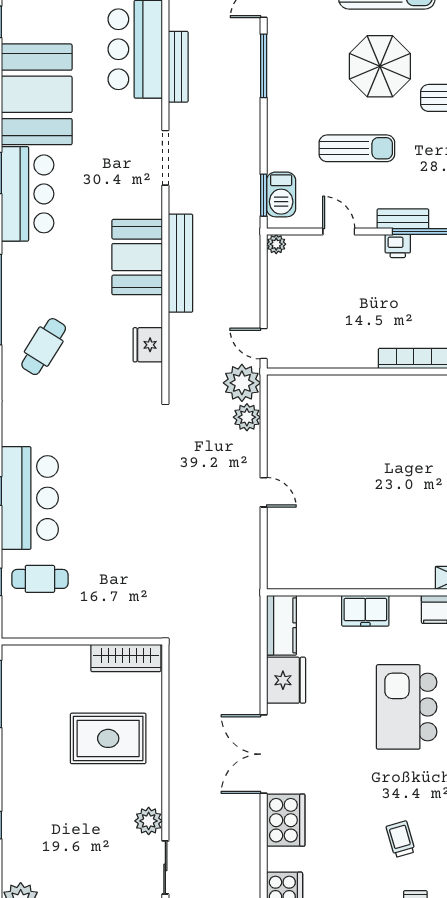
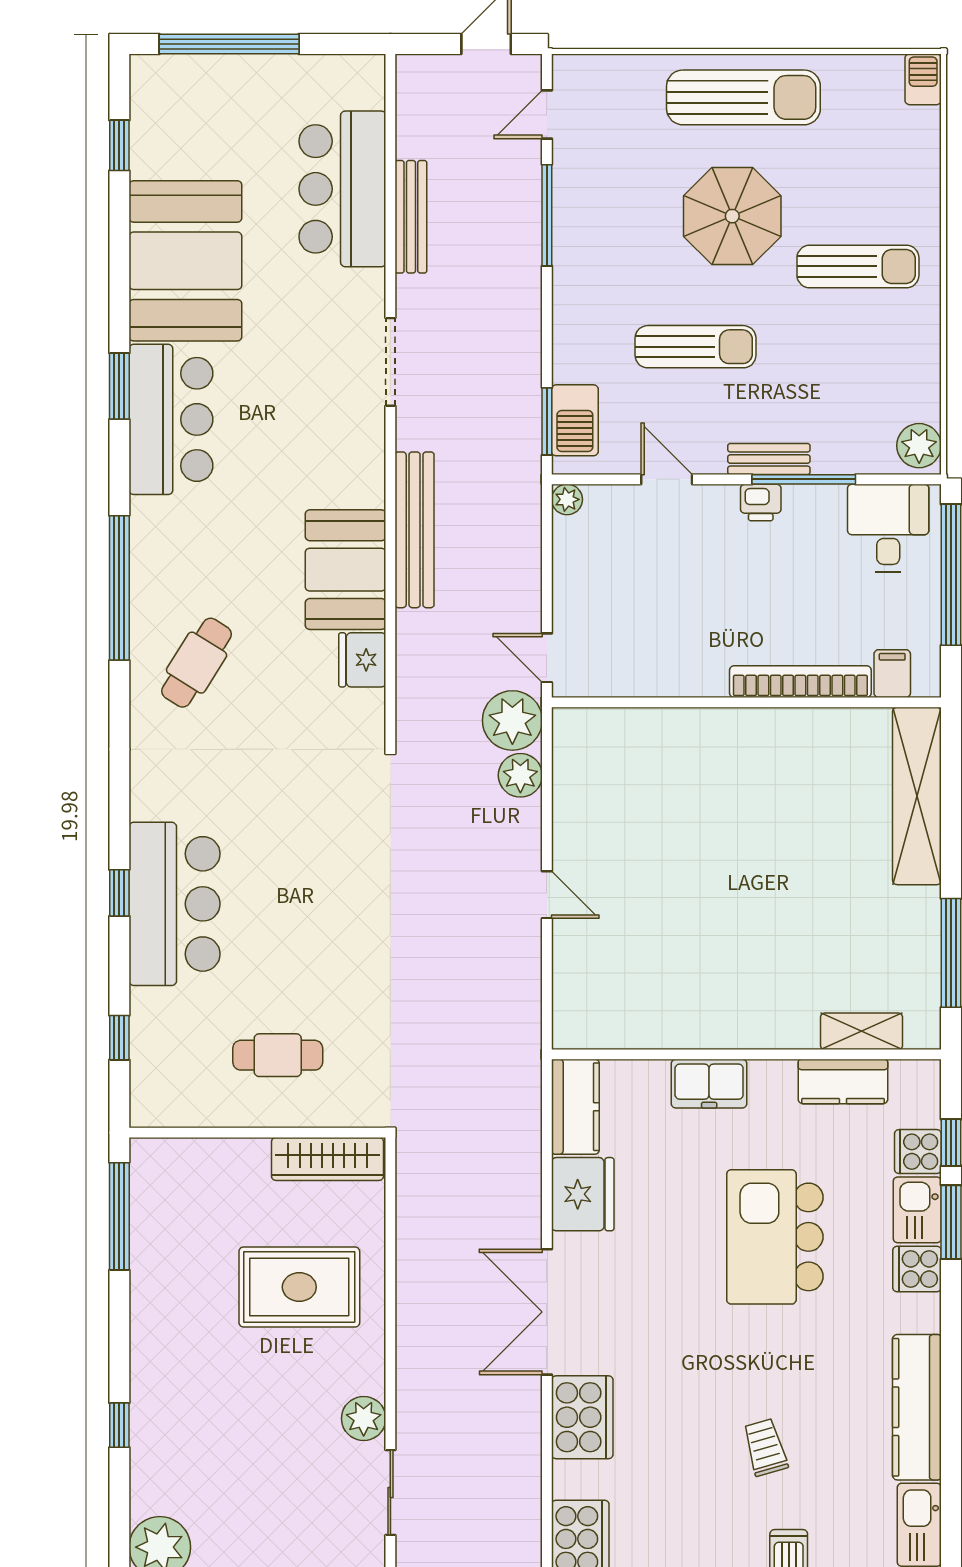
booth: (137, 257) -> (346, 570), moved
cafe table: (40, 579) -> (278, 1055), moved

